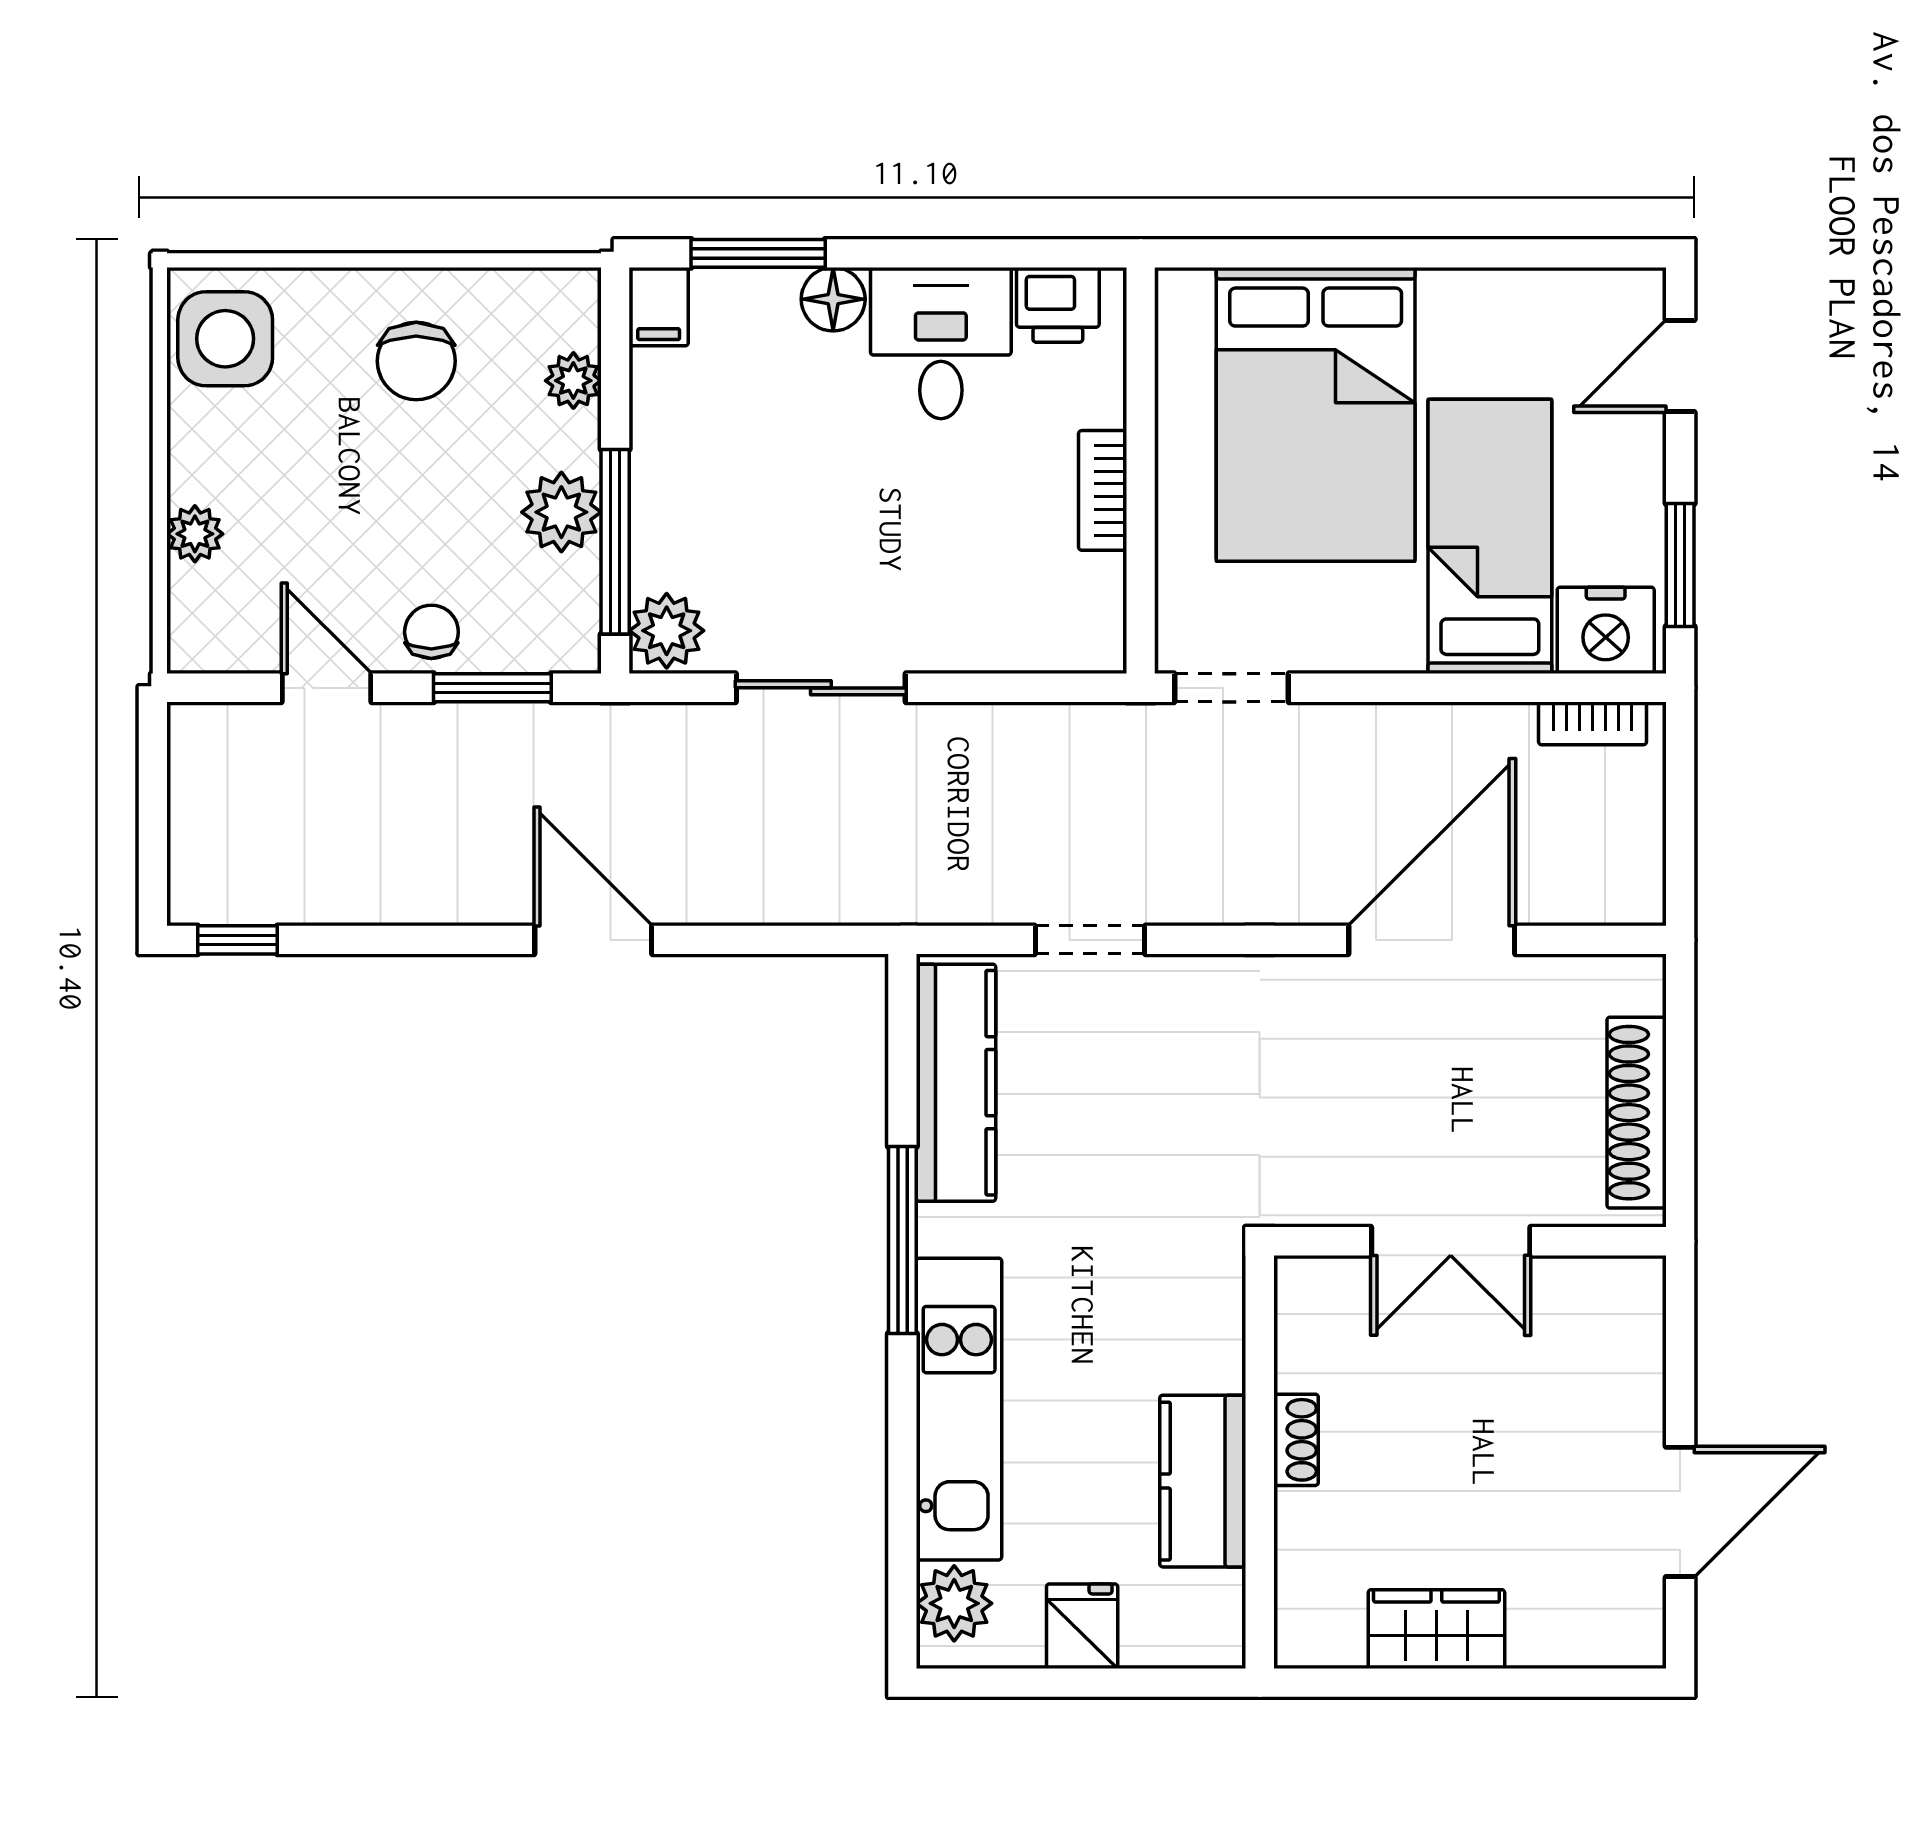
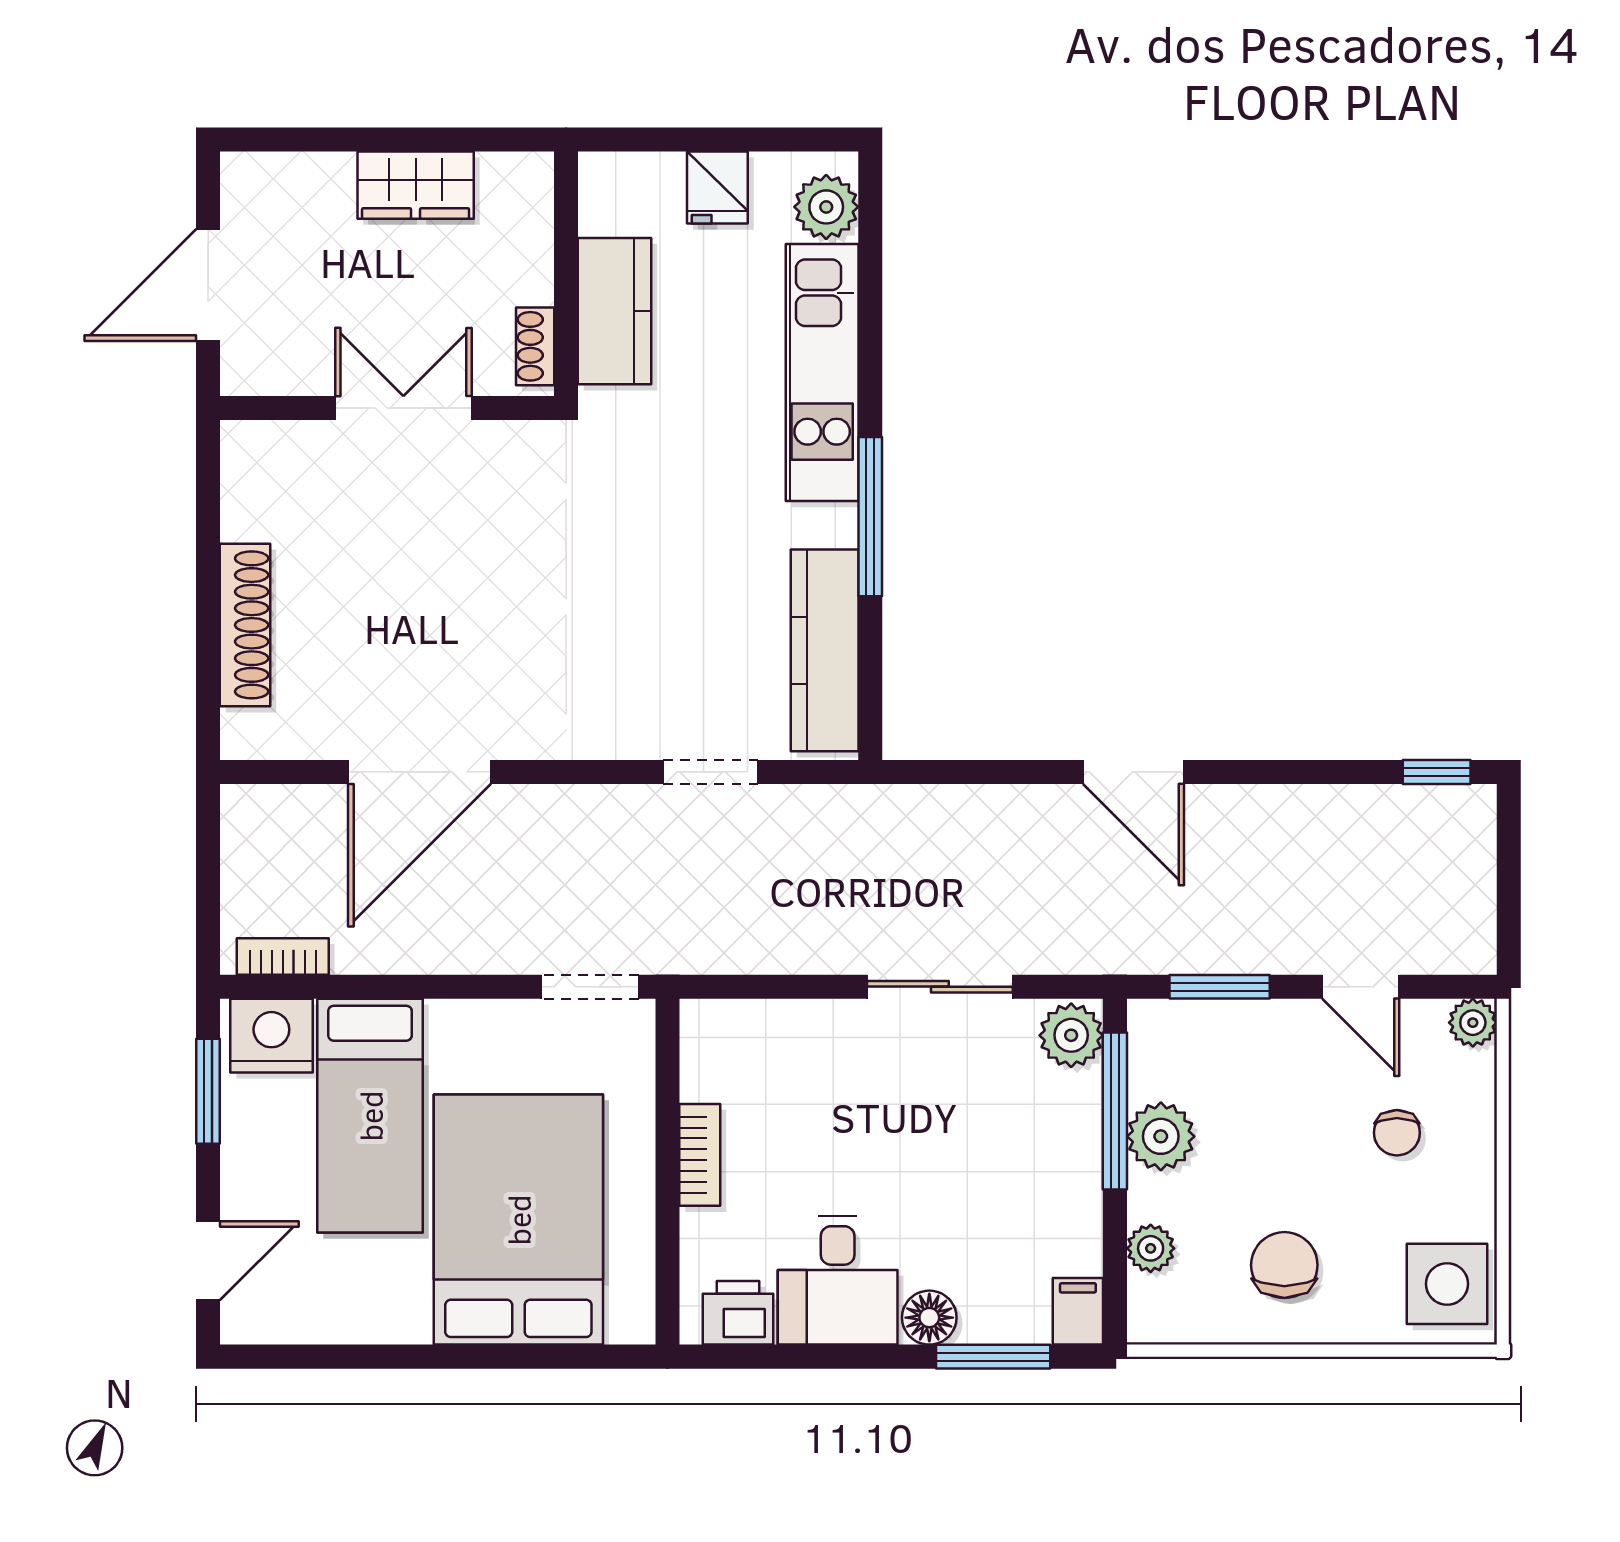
plant: (195, 534) -> (1473, 1023), moved
chair: (431, 632) -> (1397, 1133), moved
double door: (1451, 1241) -> (403, 408), moved
wall: (1470, 1241) -> (387, 408), moved

